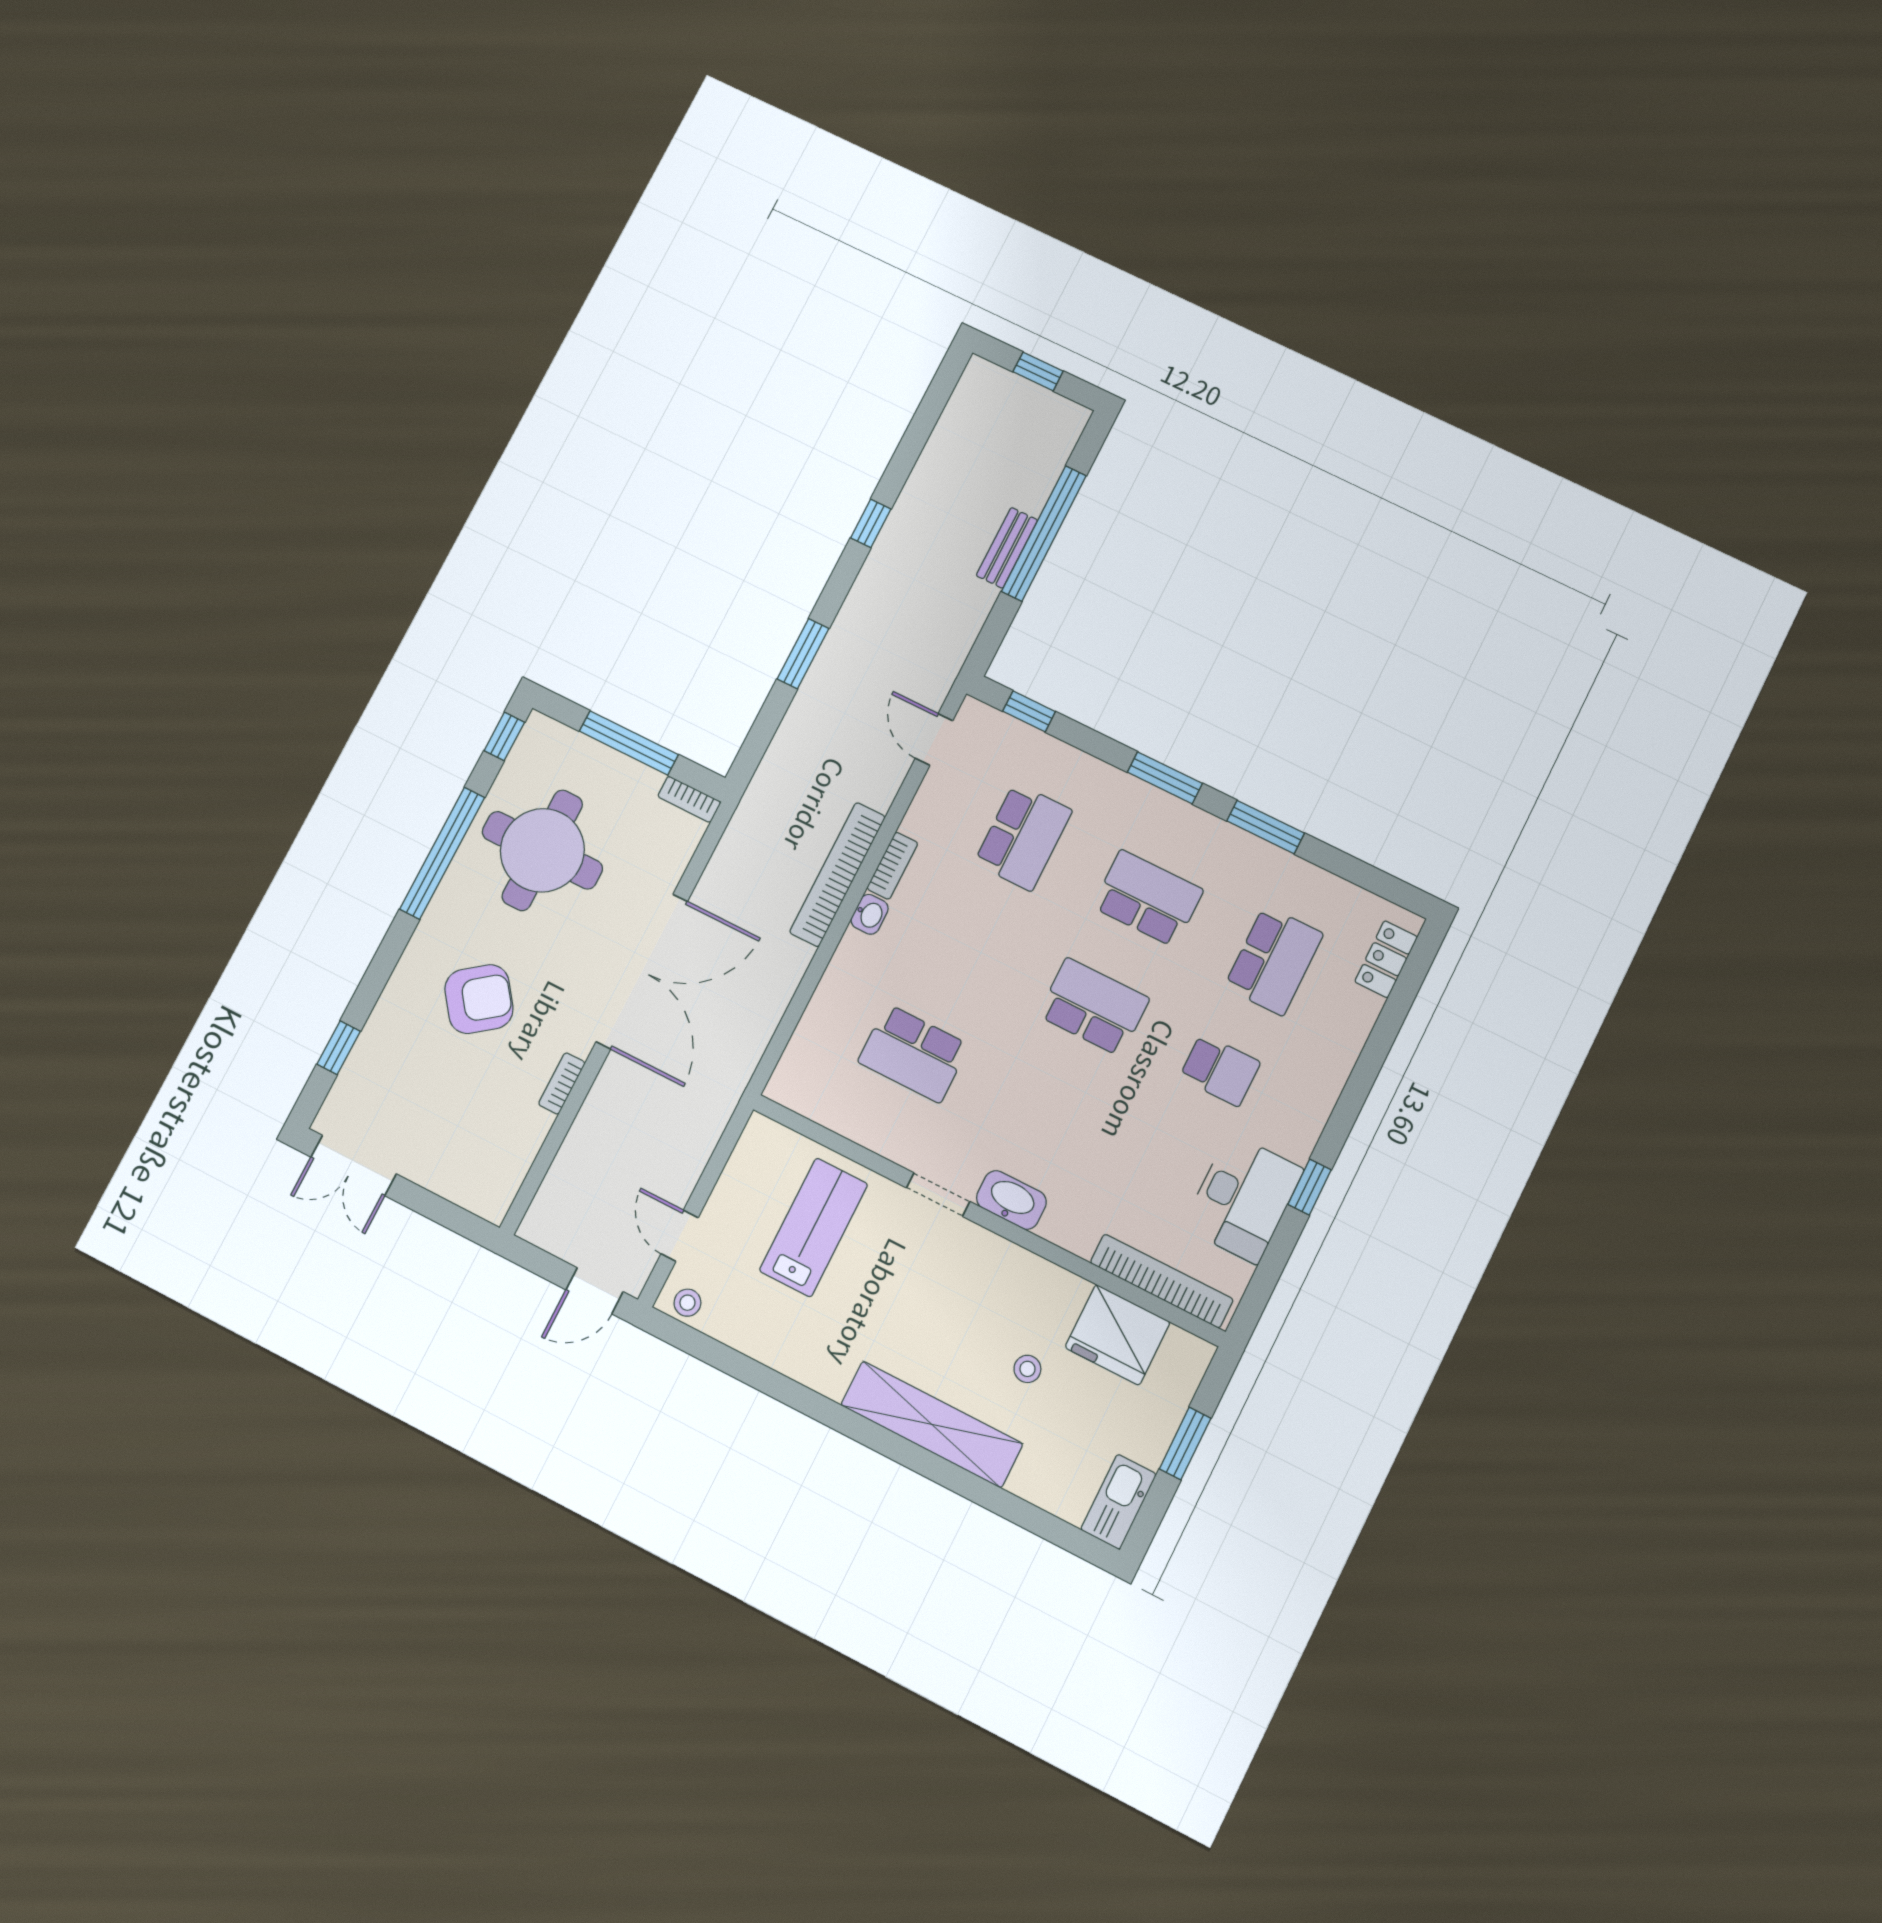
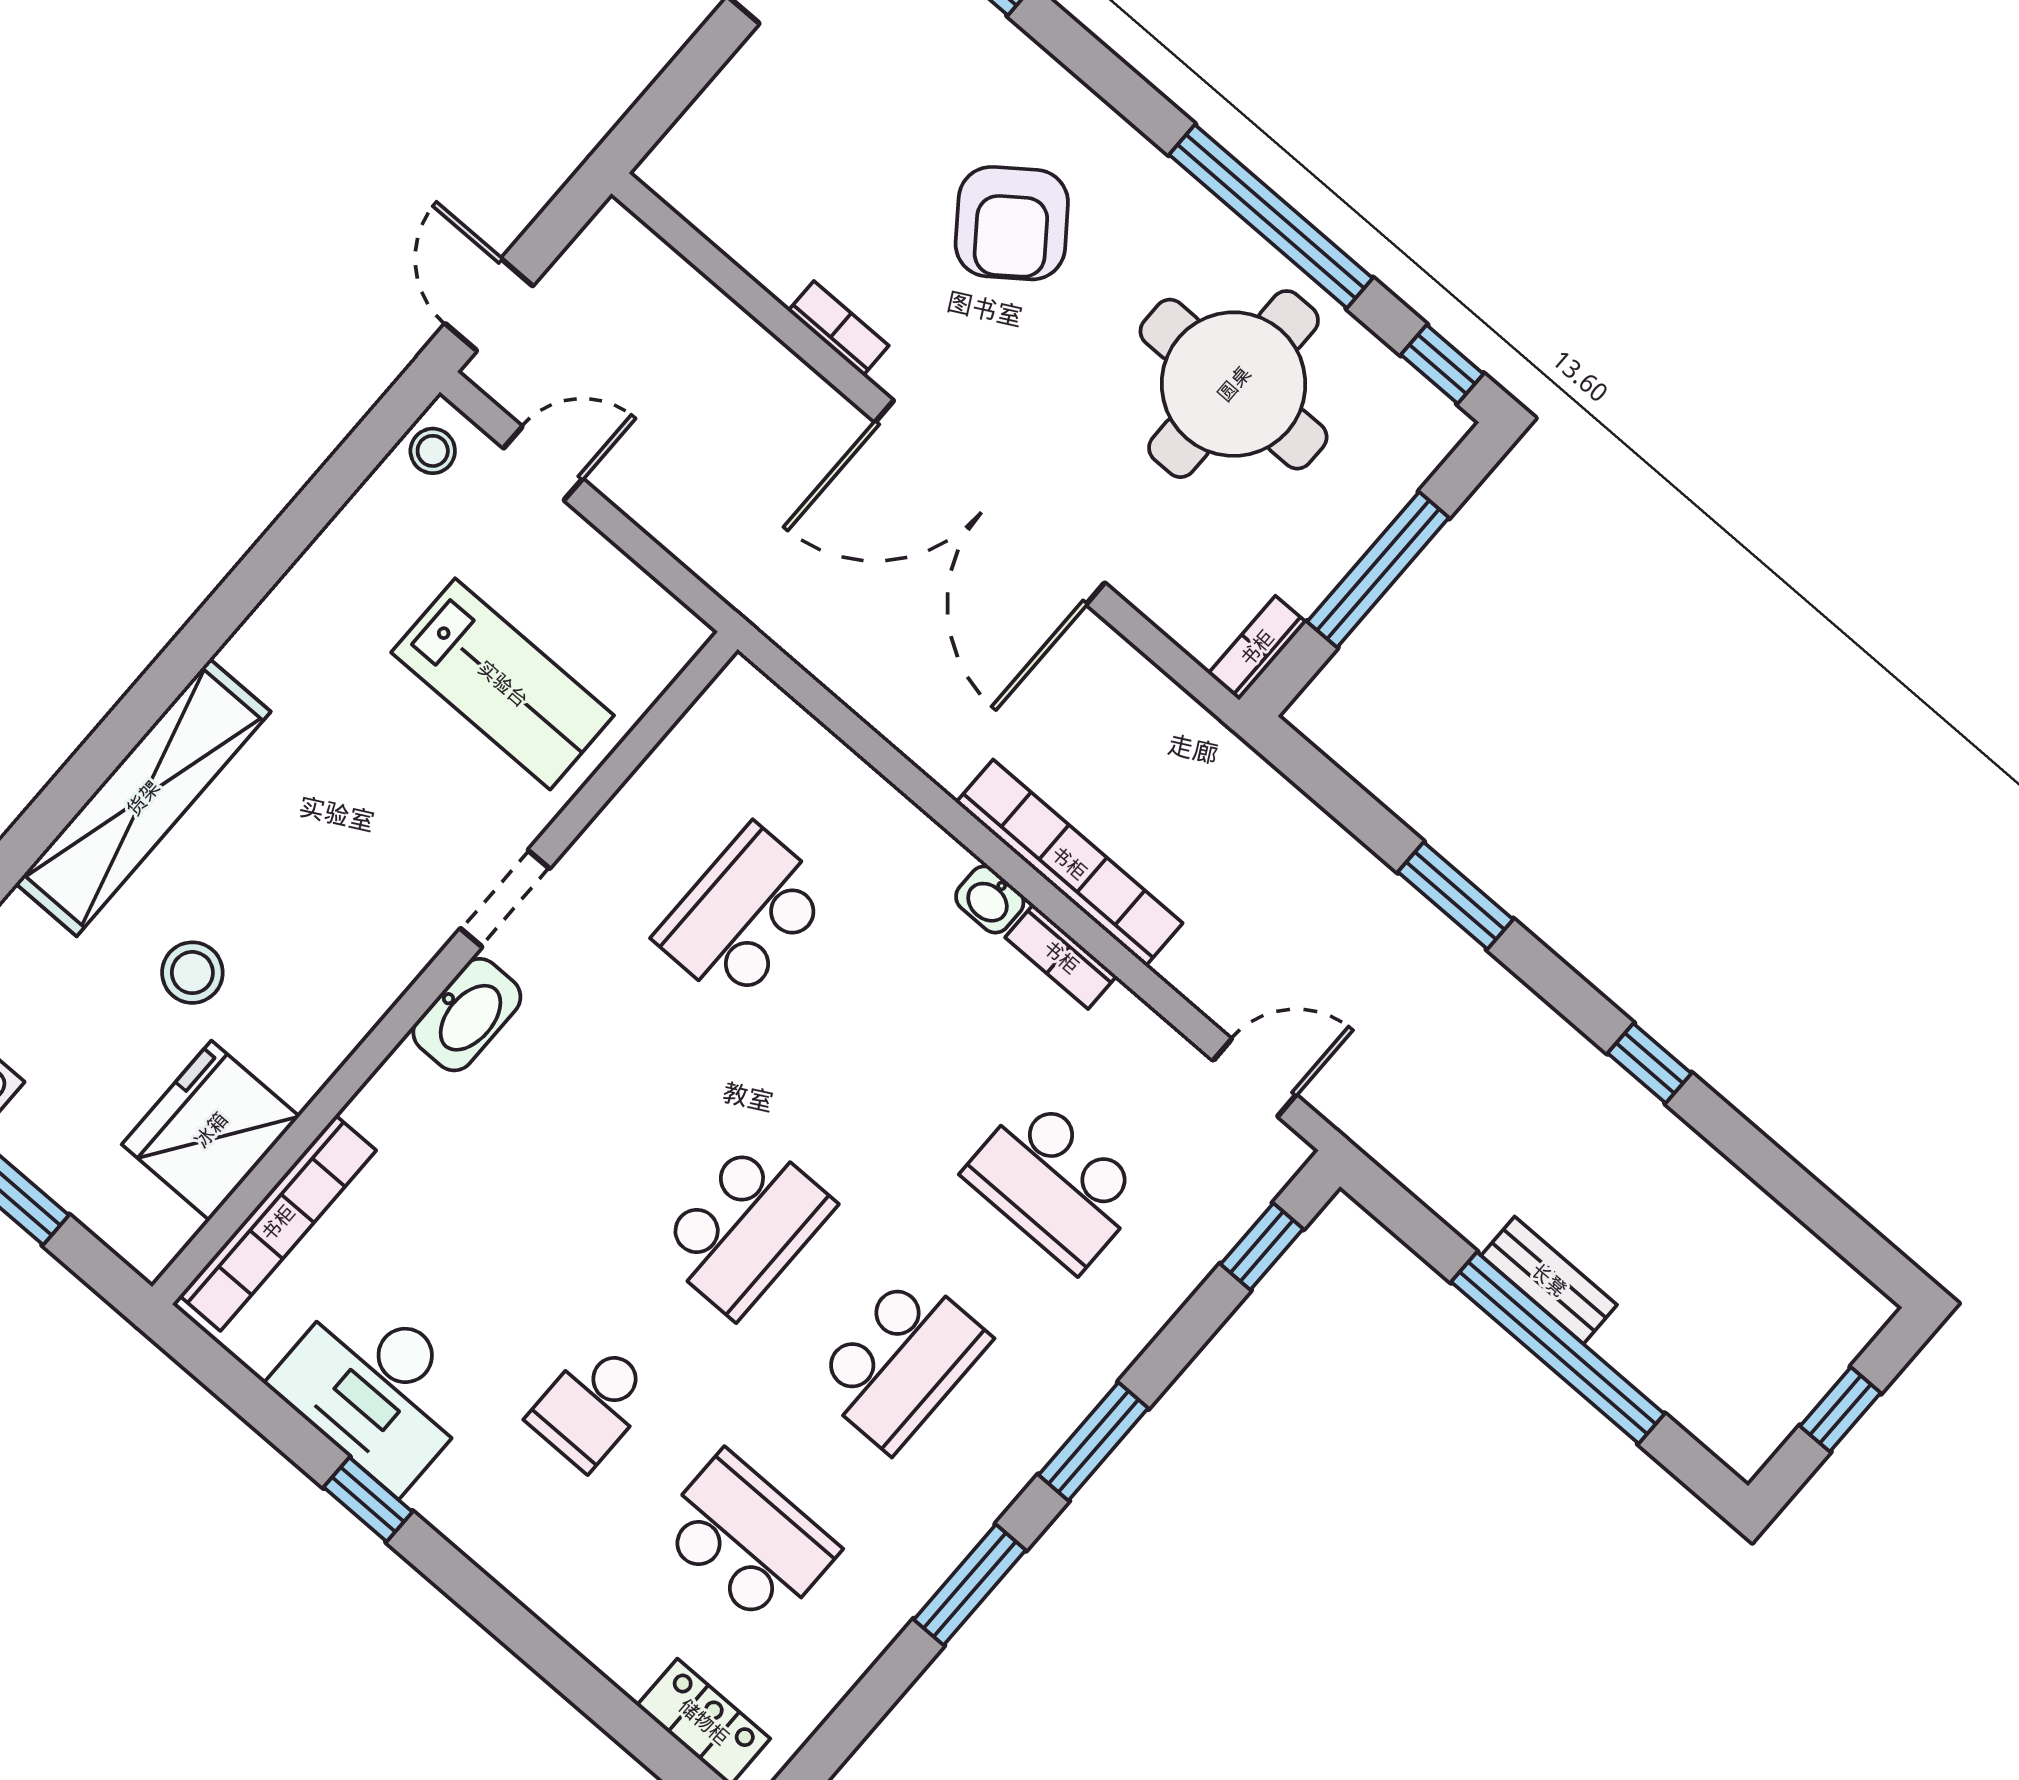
school desk: (1274, 960) -> (747, 1540), turned 180
stool: (1027, 1369) -> (192, 973), width x1.37, depth x1.37

